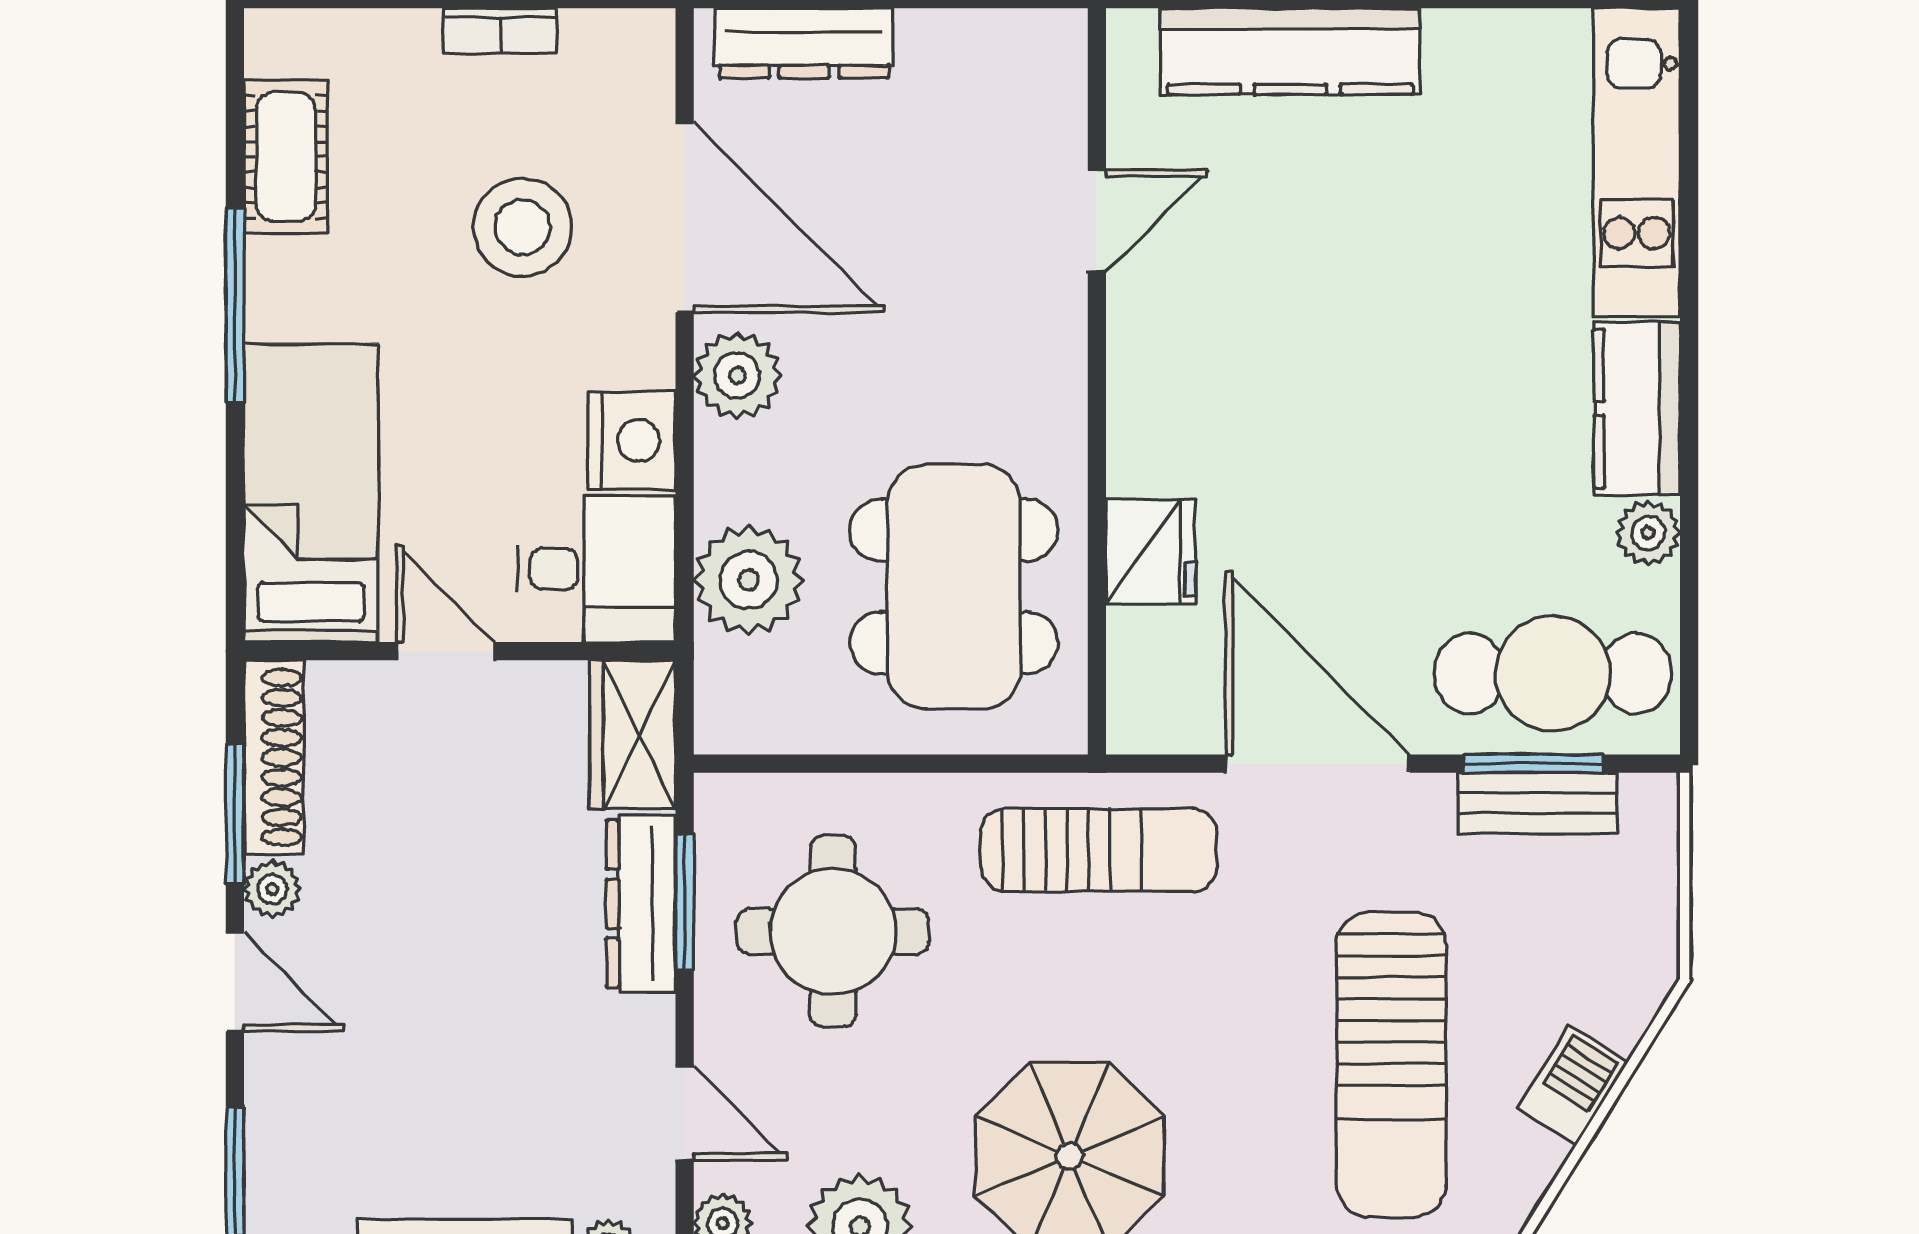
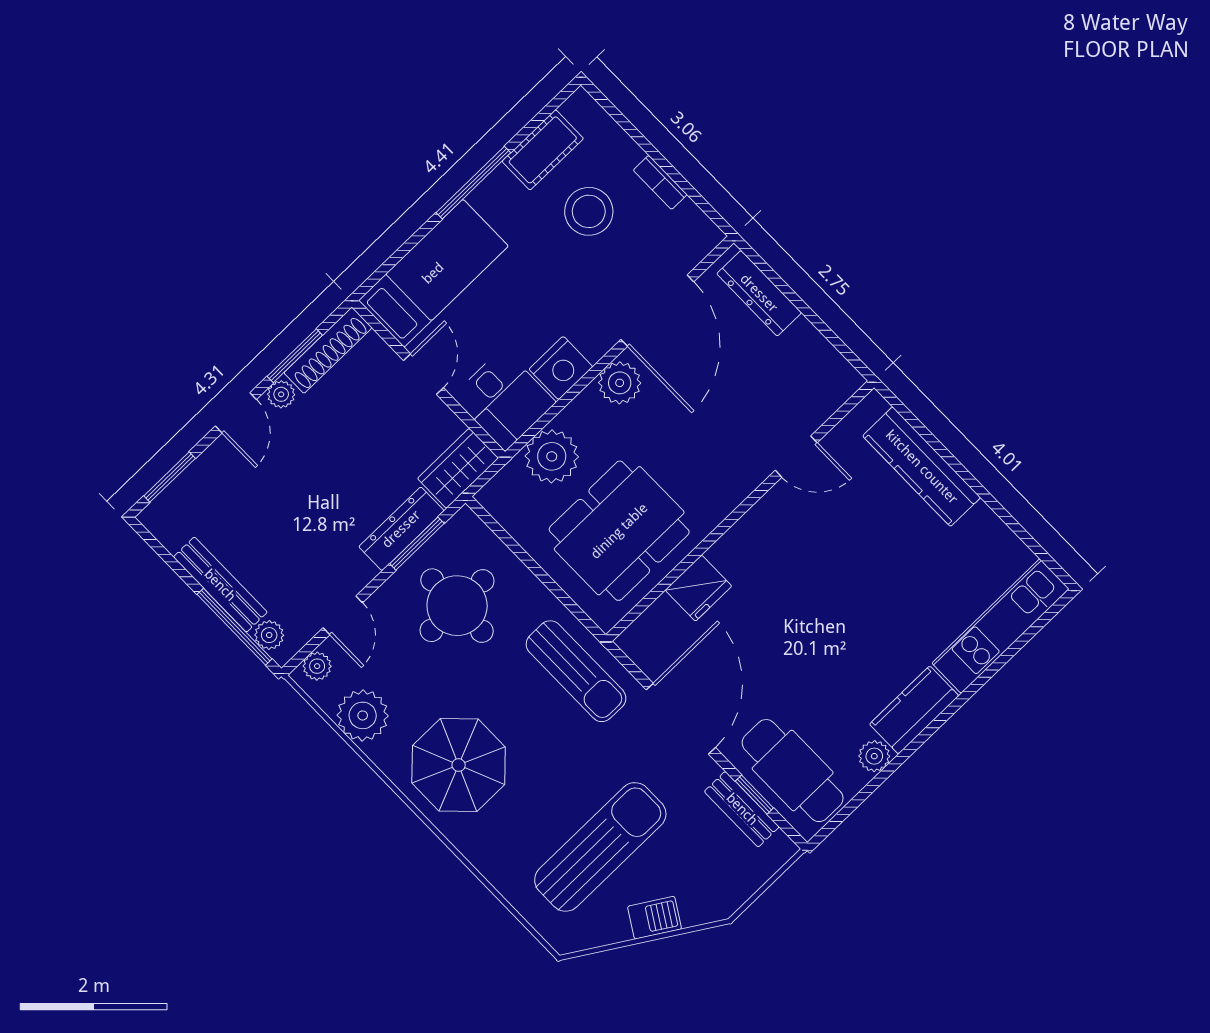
stool: (522, 227) -> (589, 211), moved
window: (1534, 764) -> (754, 795), width x0.67
sun lounger: (1391, 1065) -> (600, 847), turned 180

